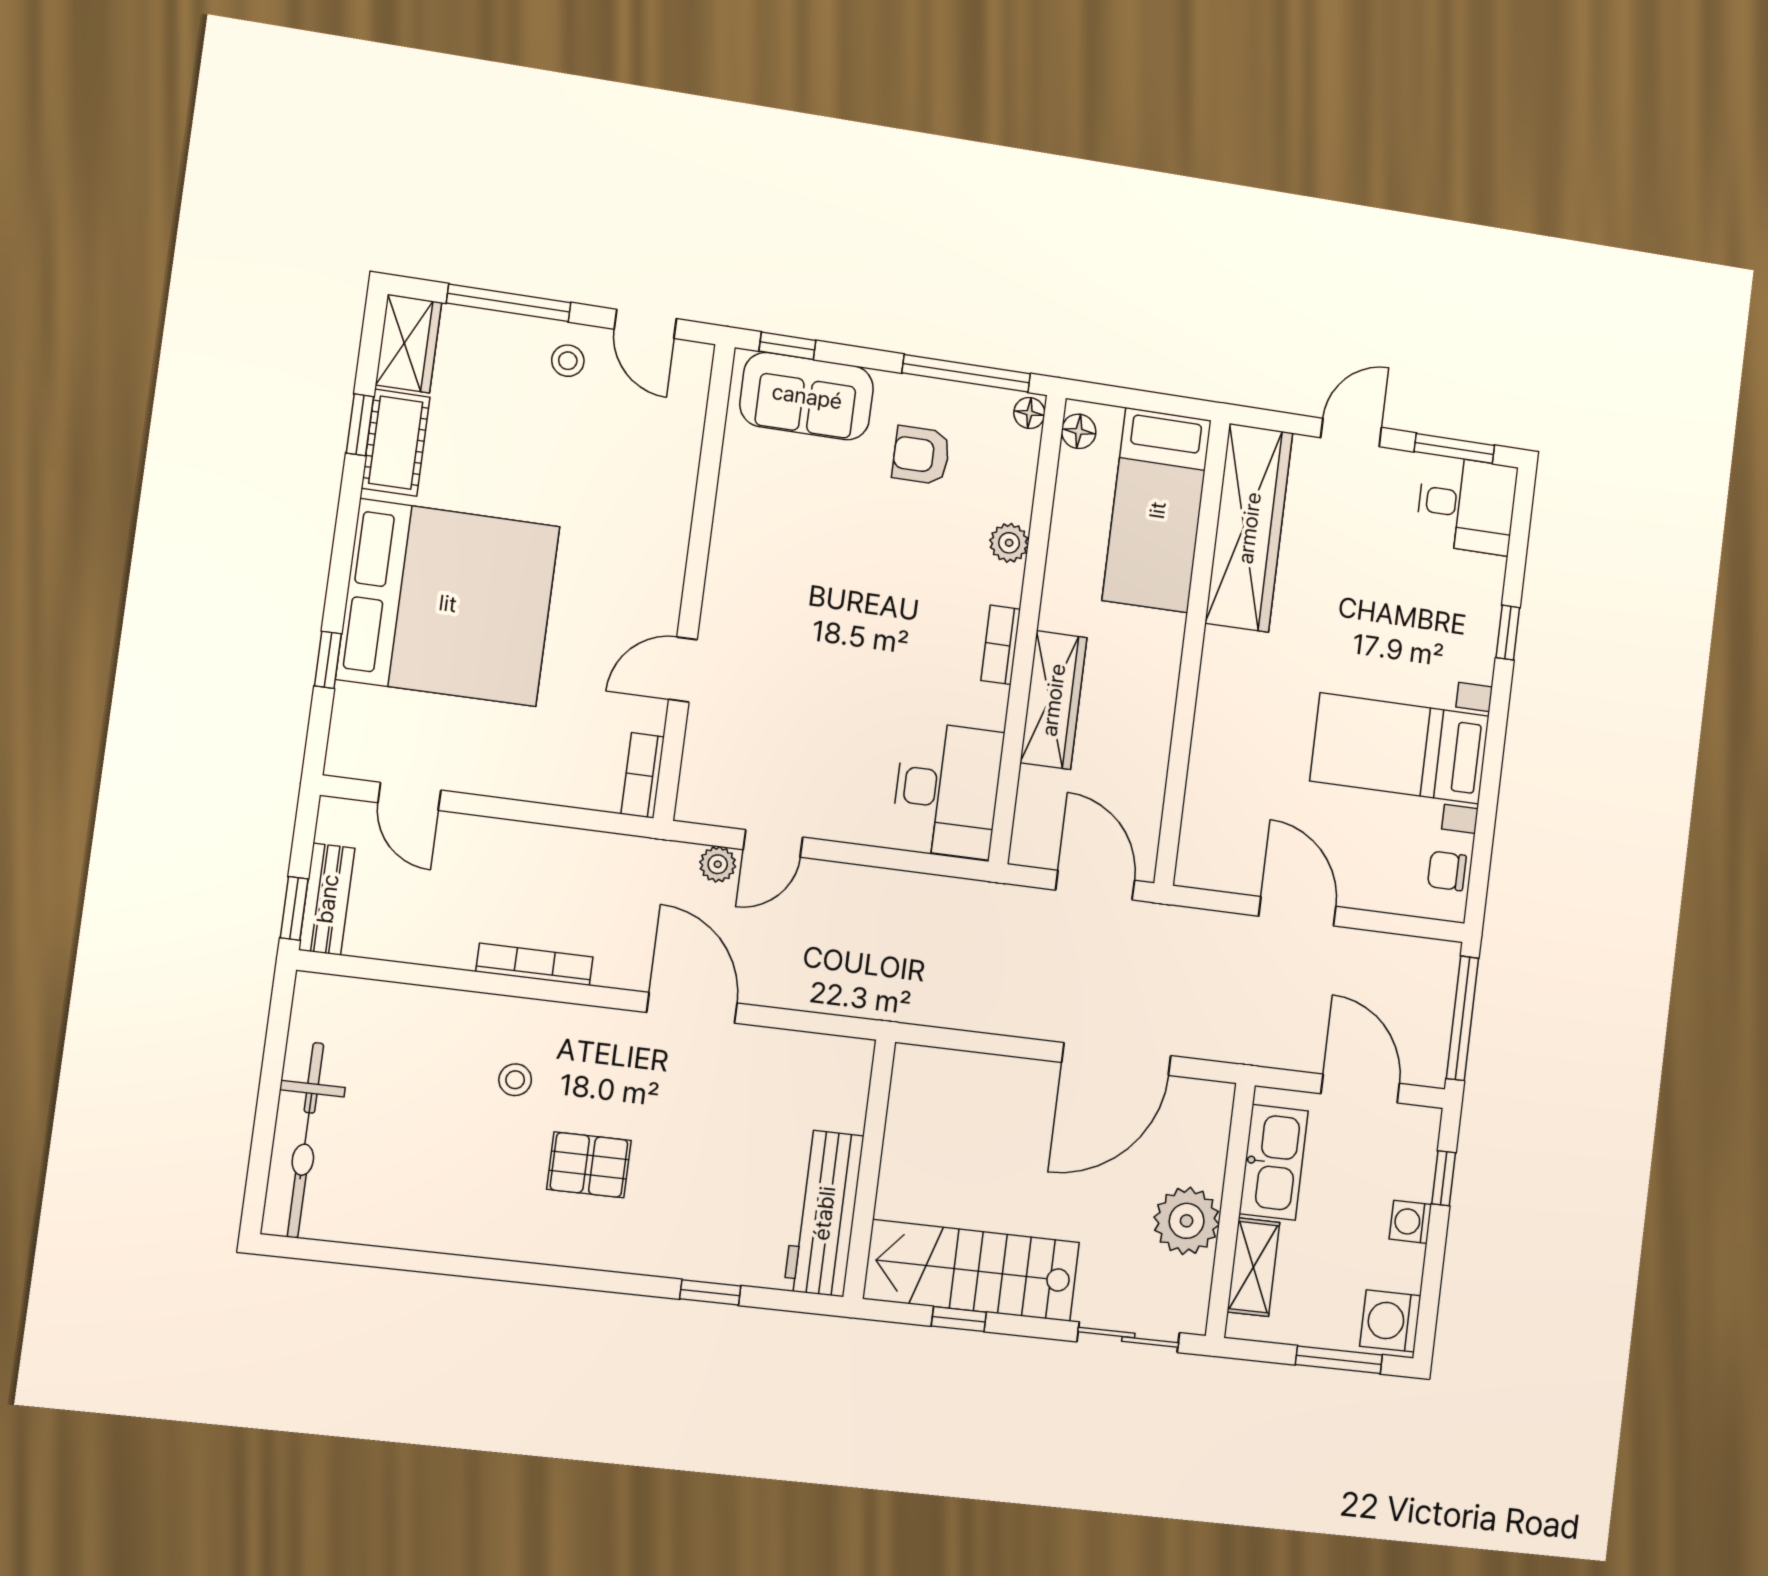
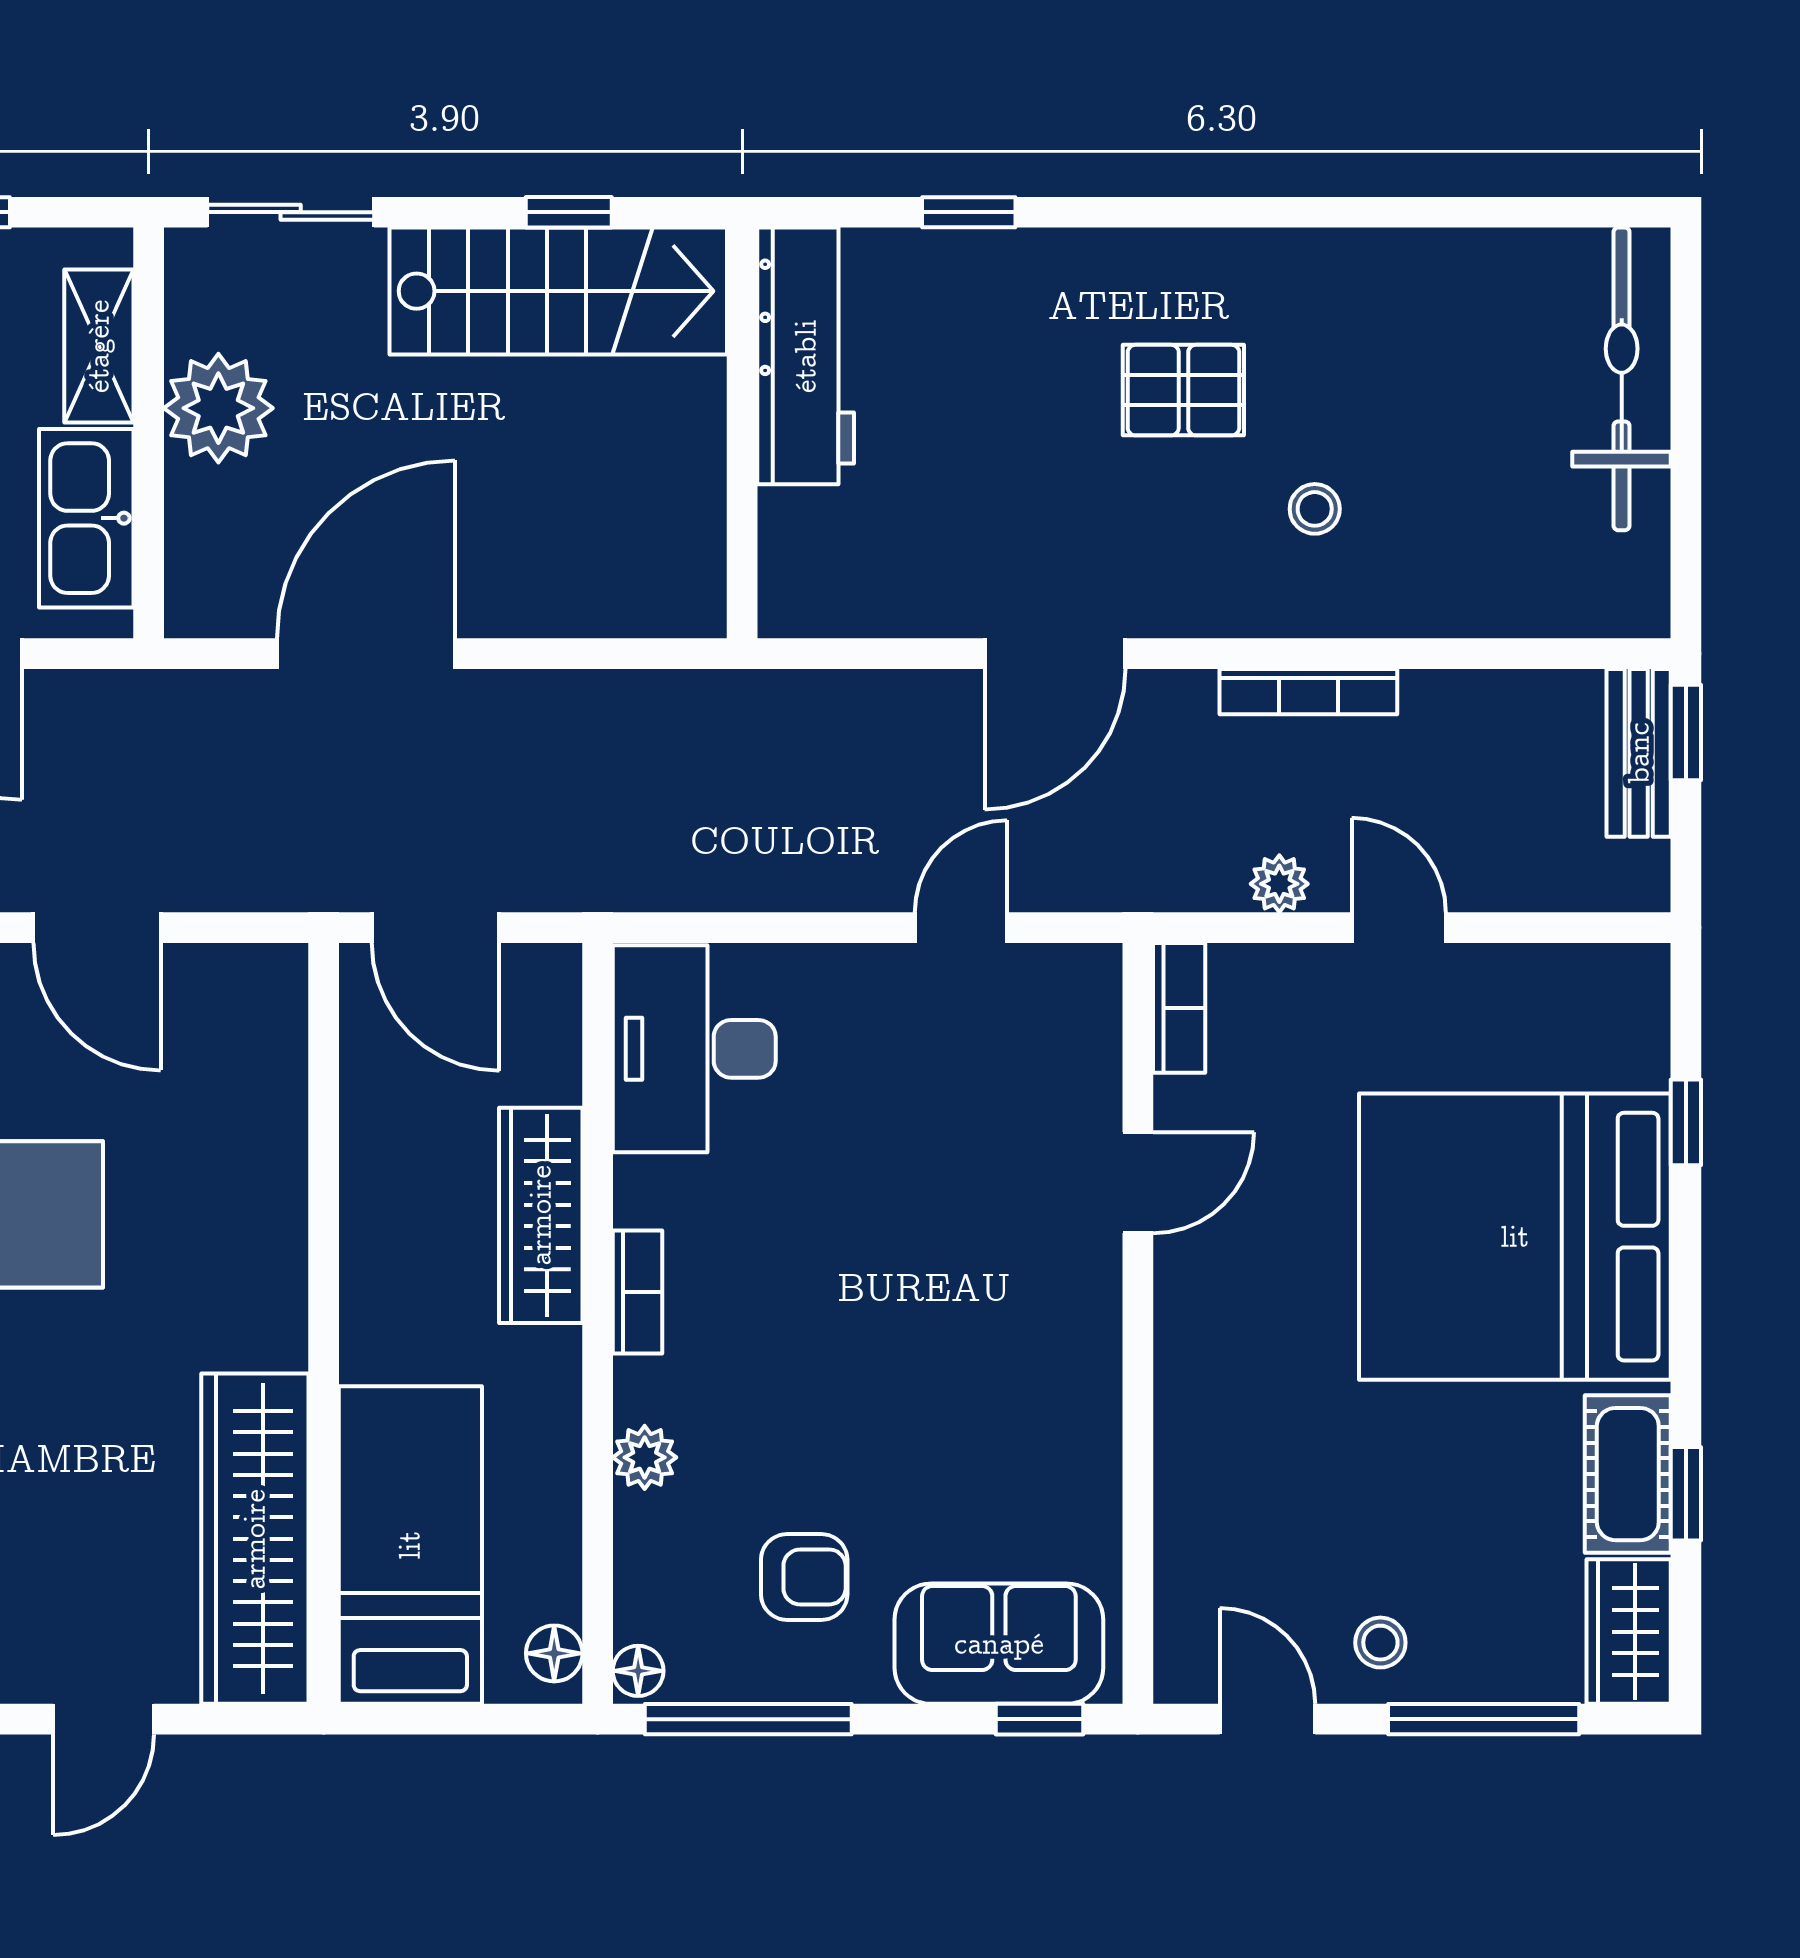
door: (409, 796) -> (1399, 928), moved
plant: (718, 864) -> (1279, 884), moved
door: (692, 1008) -> (1055, 654), hinge flipped

